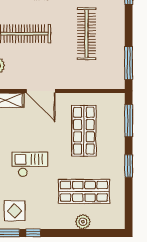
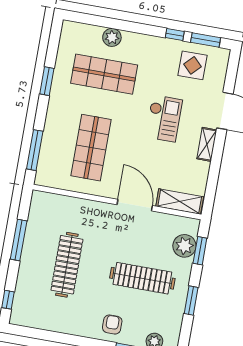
window: (129, 63) -> (19, 240), moved
checkout: (30, 164) -> (164, 118), turned -90
window: (129, 166) -> (47, 81), moved

